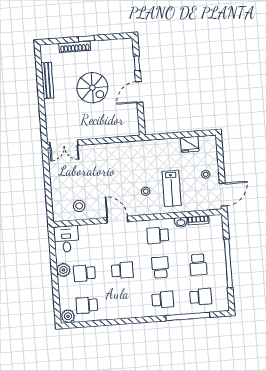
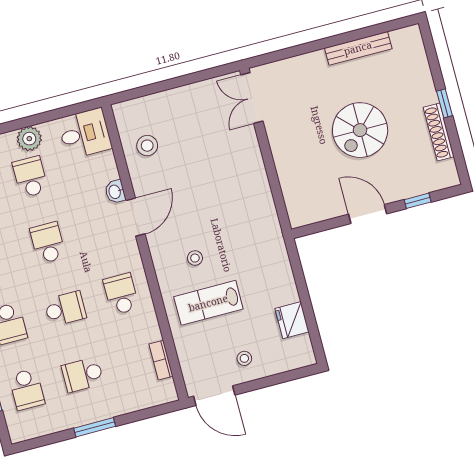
shoe rack: (75, 47) -> (439, 132), moved
washbasin: (181, 222) -> (115, 192), moved
window: (228, 263) -> (95, 427), width x0.47
school desk: (122, 270) -> (48, 243), turned 180

